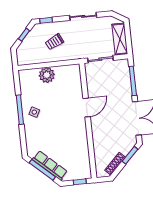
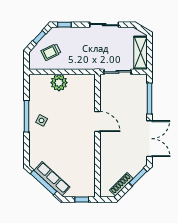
trolley: (54, 42) -> (51, 52), moved
door: (87, 107) -> (97, 122), hinge flipped

